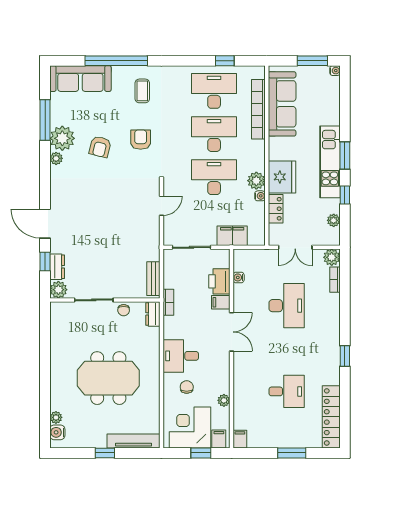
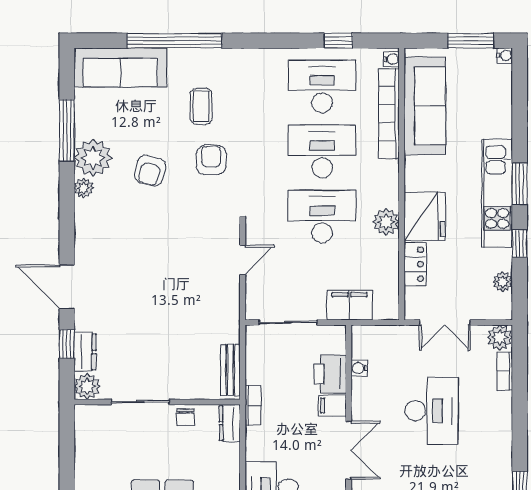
coffee table: (142, 91) -> (201, 106), moved
water cooler: (260, 196) -> (391, 59), moved

